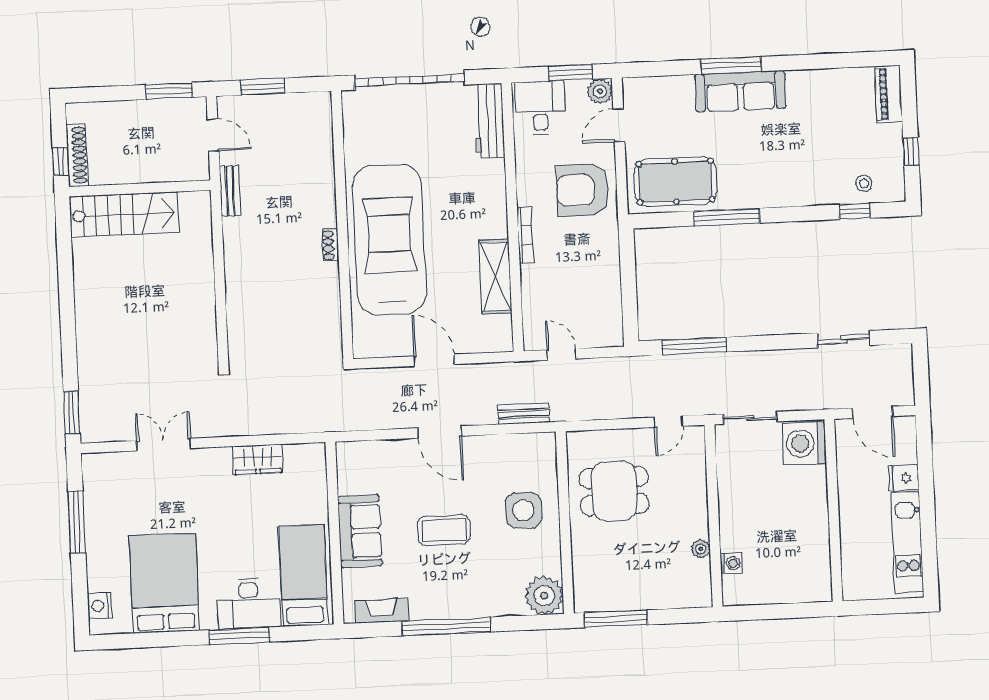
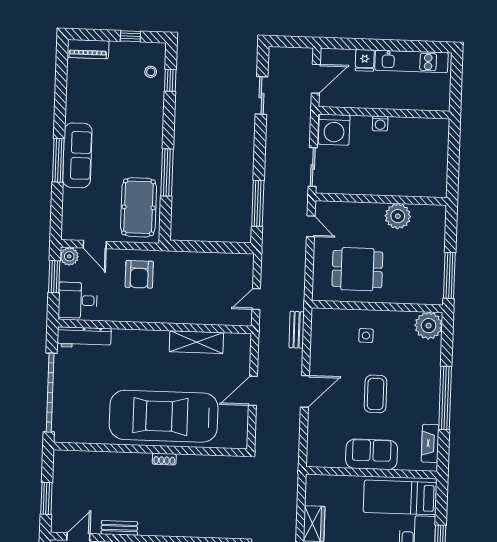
armchair: (583, 190) -> (139, 274), width x0.73, depth x0.73
bookcase: (525, 235) -> (168, 318), removed
dining table: (614, 491) -> (357, 269), turned 90
side table: (523, 510) -> (366, 336), width x0.54, depth x0.54
plant: (701, 549) -> (398, 216), width x1.87, depth x1.87
washing machine: (731, 563) -> (380, 123), moved, turned 180

